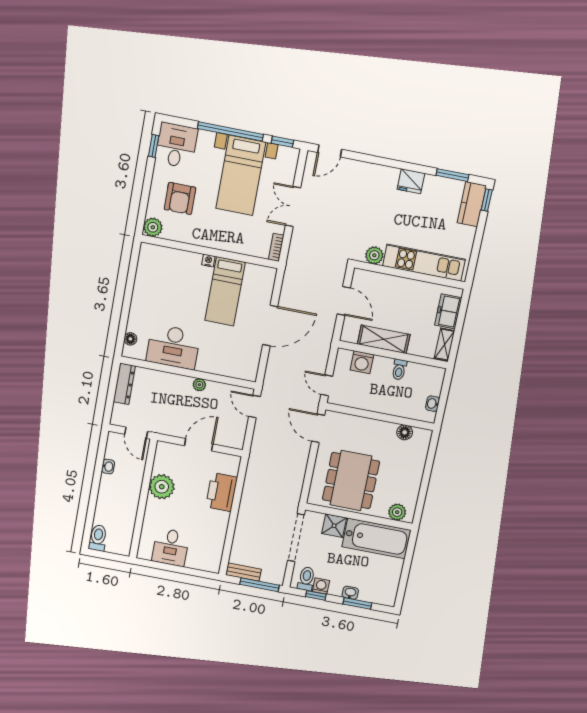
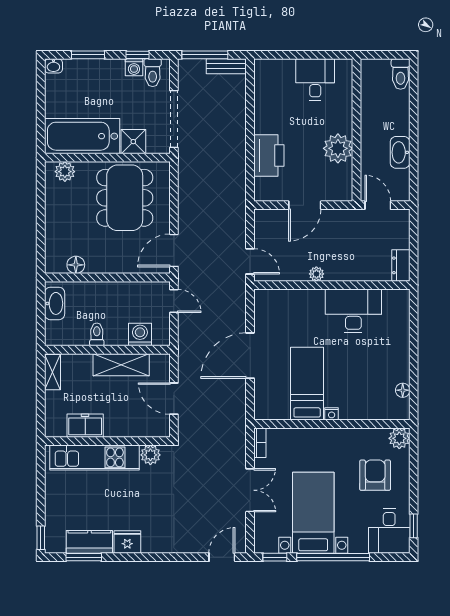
kitchen counter: (472, 204) -> (89, 542), moved, turned -90
freezer: (448, 311) -> (85, 426), moved, turned -90
floor lamp: (130, 339) -> (403, 390), moved
dresser: (124, 384) -> (401, 265), width x0.70
washbasin: (433, 404) -> (55, 303), width x1.91, depth x1.45
door: (318, 428) -> (174, 250), swing flipped
washbasin: (108, 467) -> (400, 152), width x1.91, depth x1.45
washbasin: (350, 593) -> (53, 66), moved

